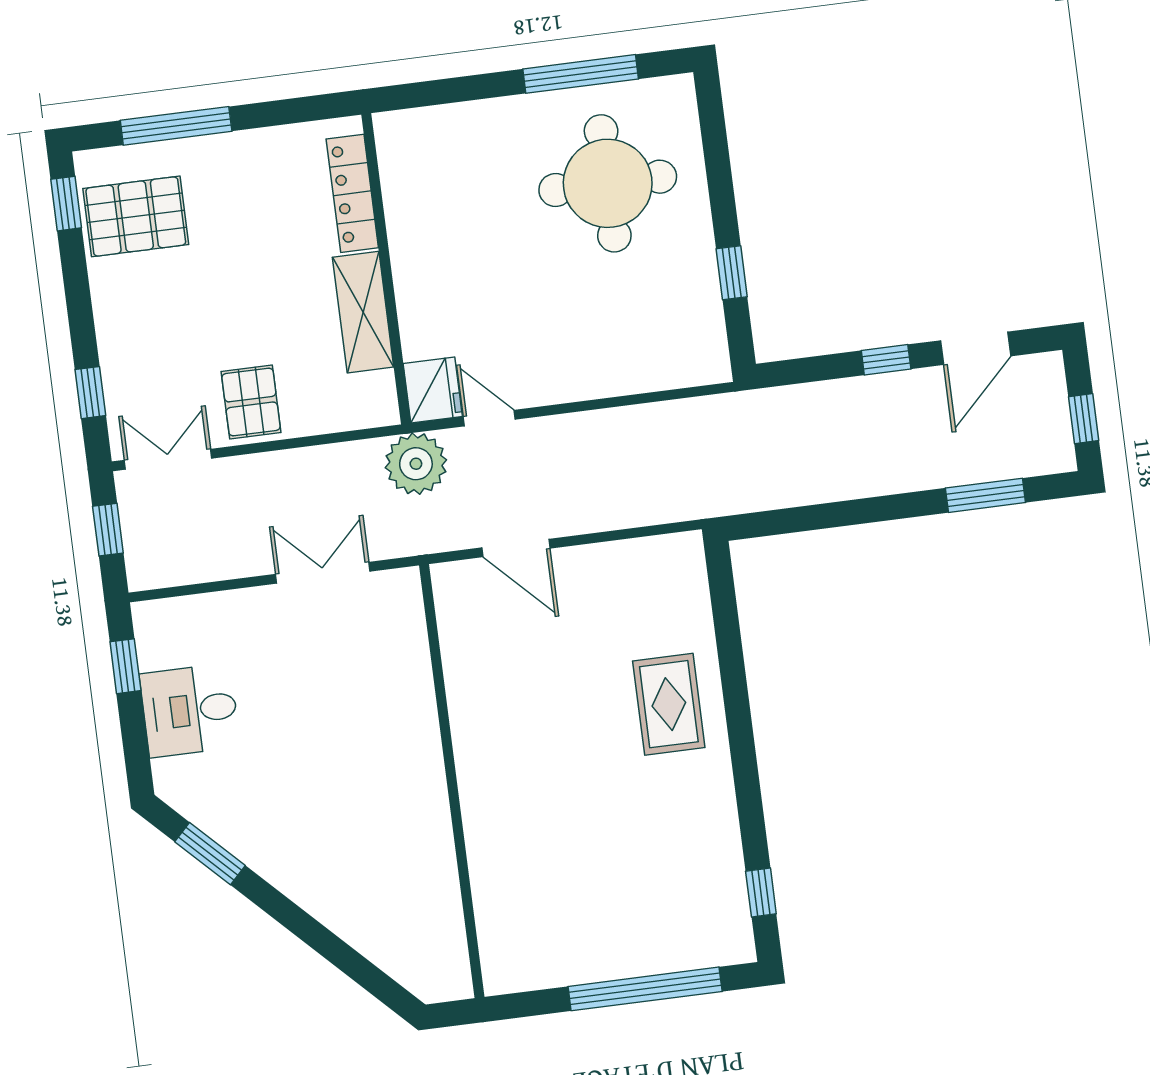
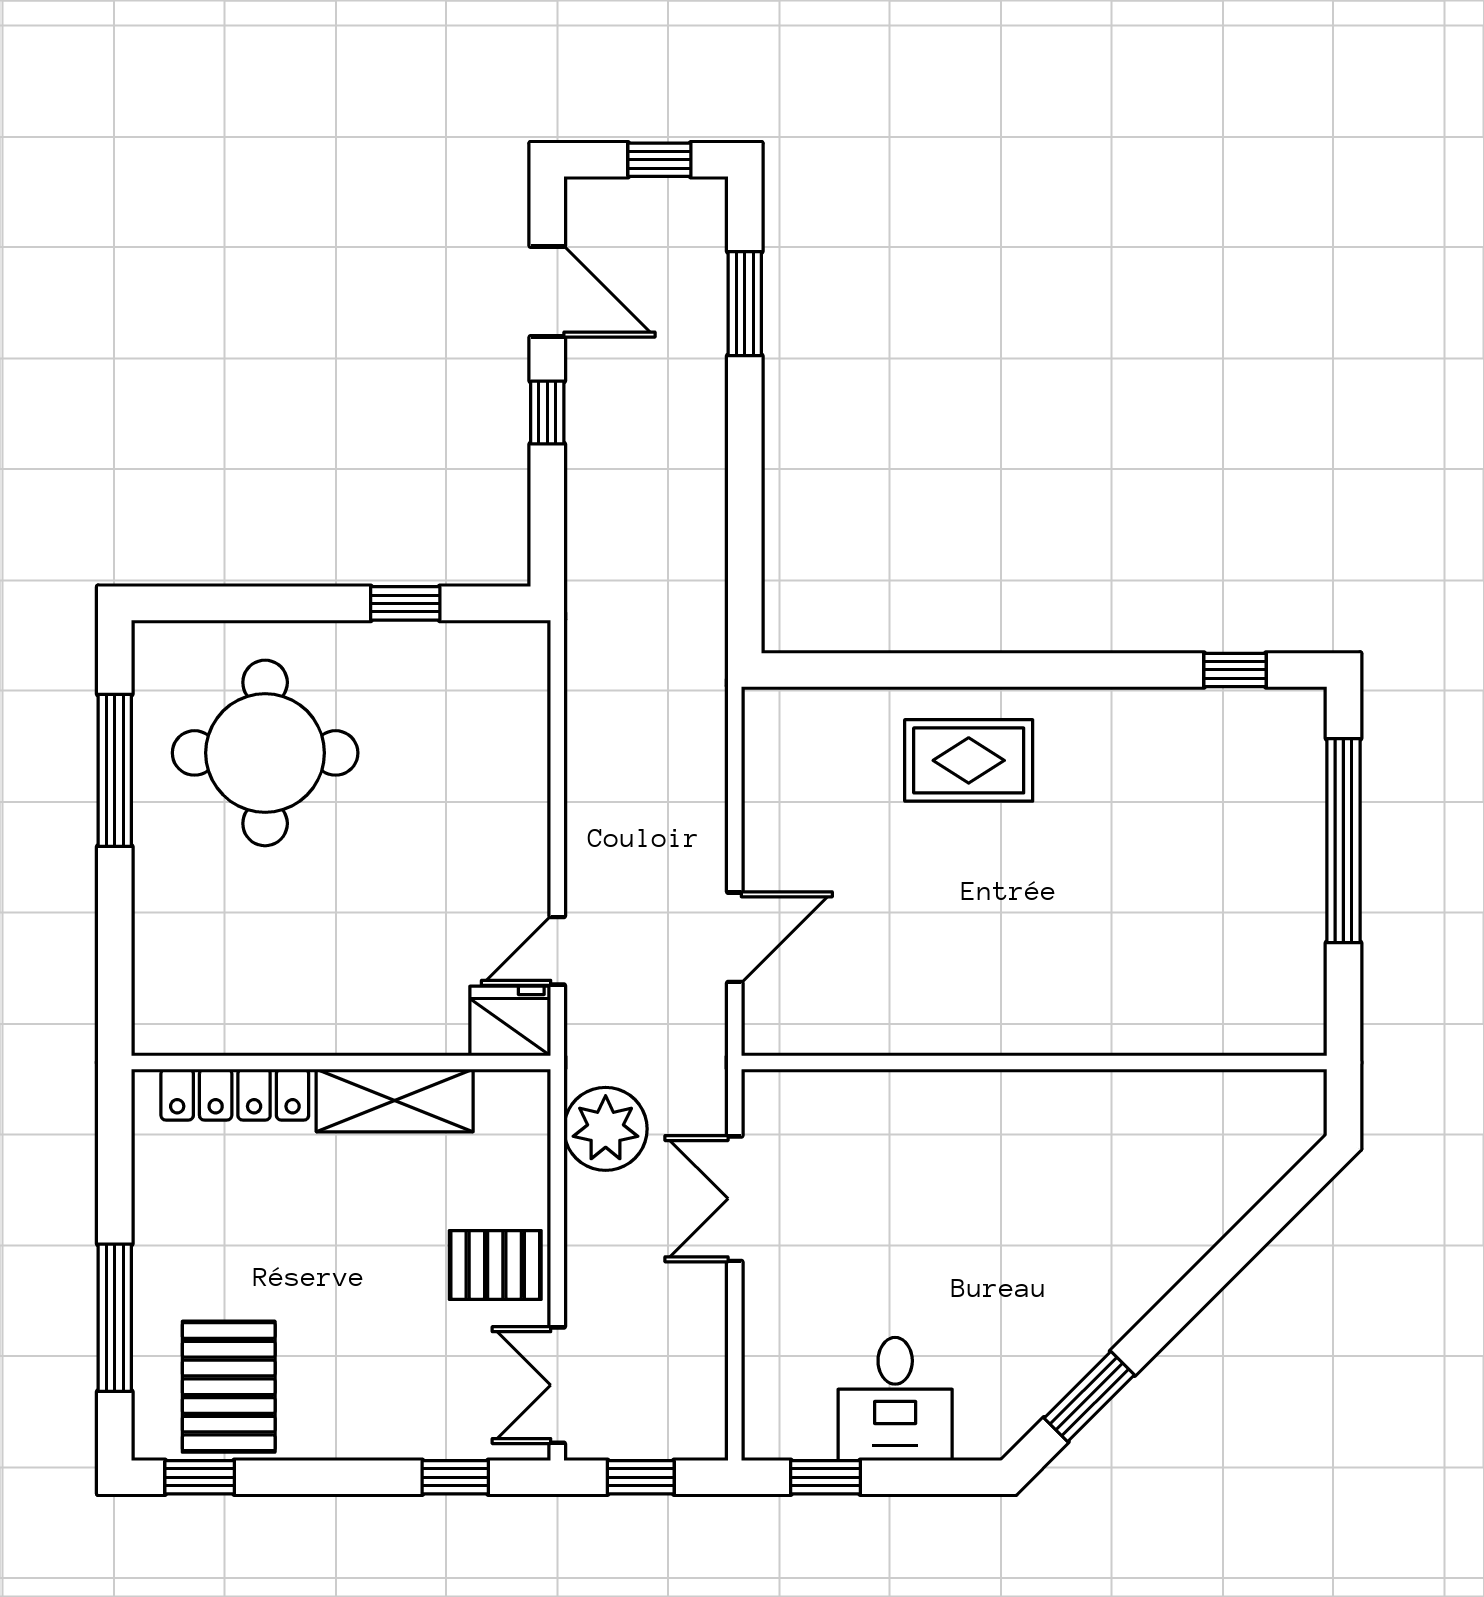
plant: (416, 464) -> (606, 1129), moved

